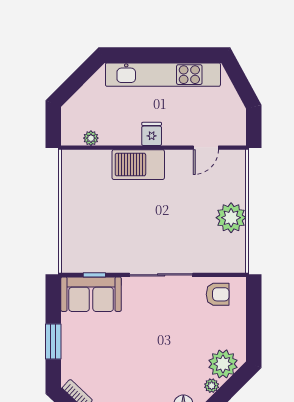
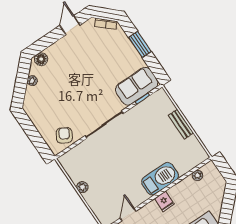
bench: (69, 213) -> (181, 124), added
plant: (231, 218) -> (82, 187), width x0.53, depth x0.53
armchair: (218, 294) -> (64, 135), turned 121
plant: (223, 364) -> (34, 98), removed

